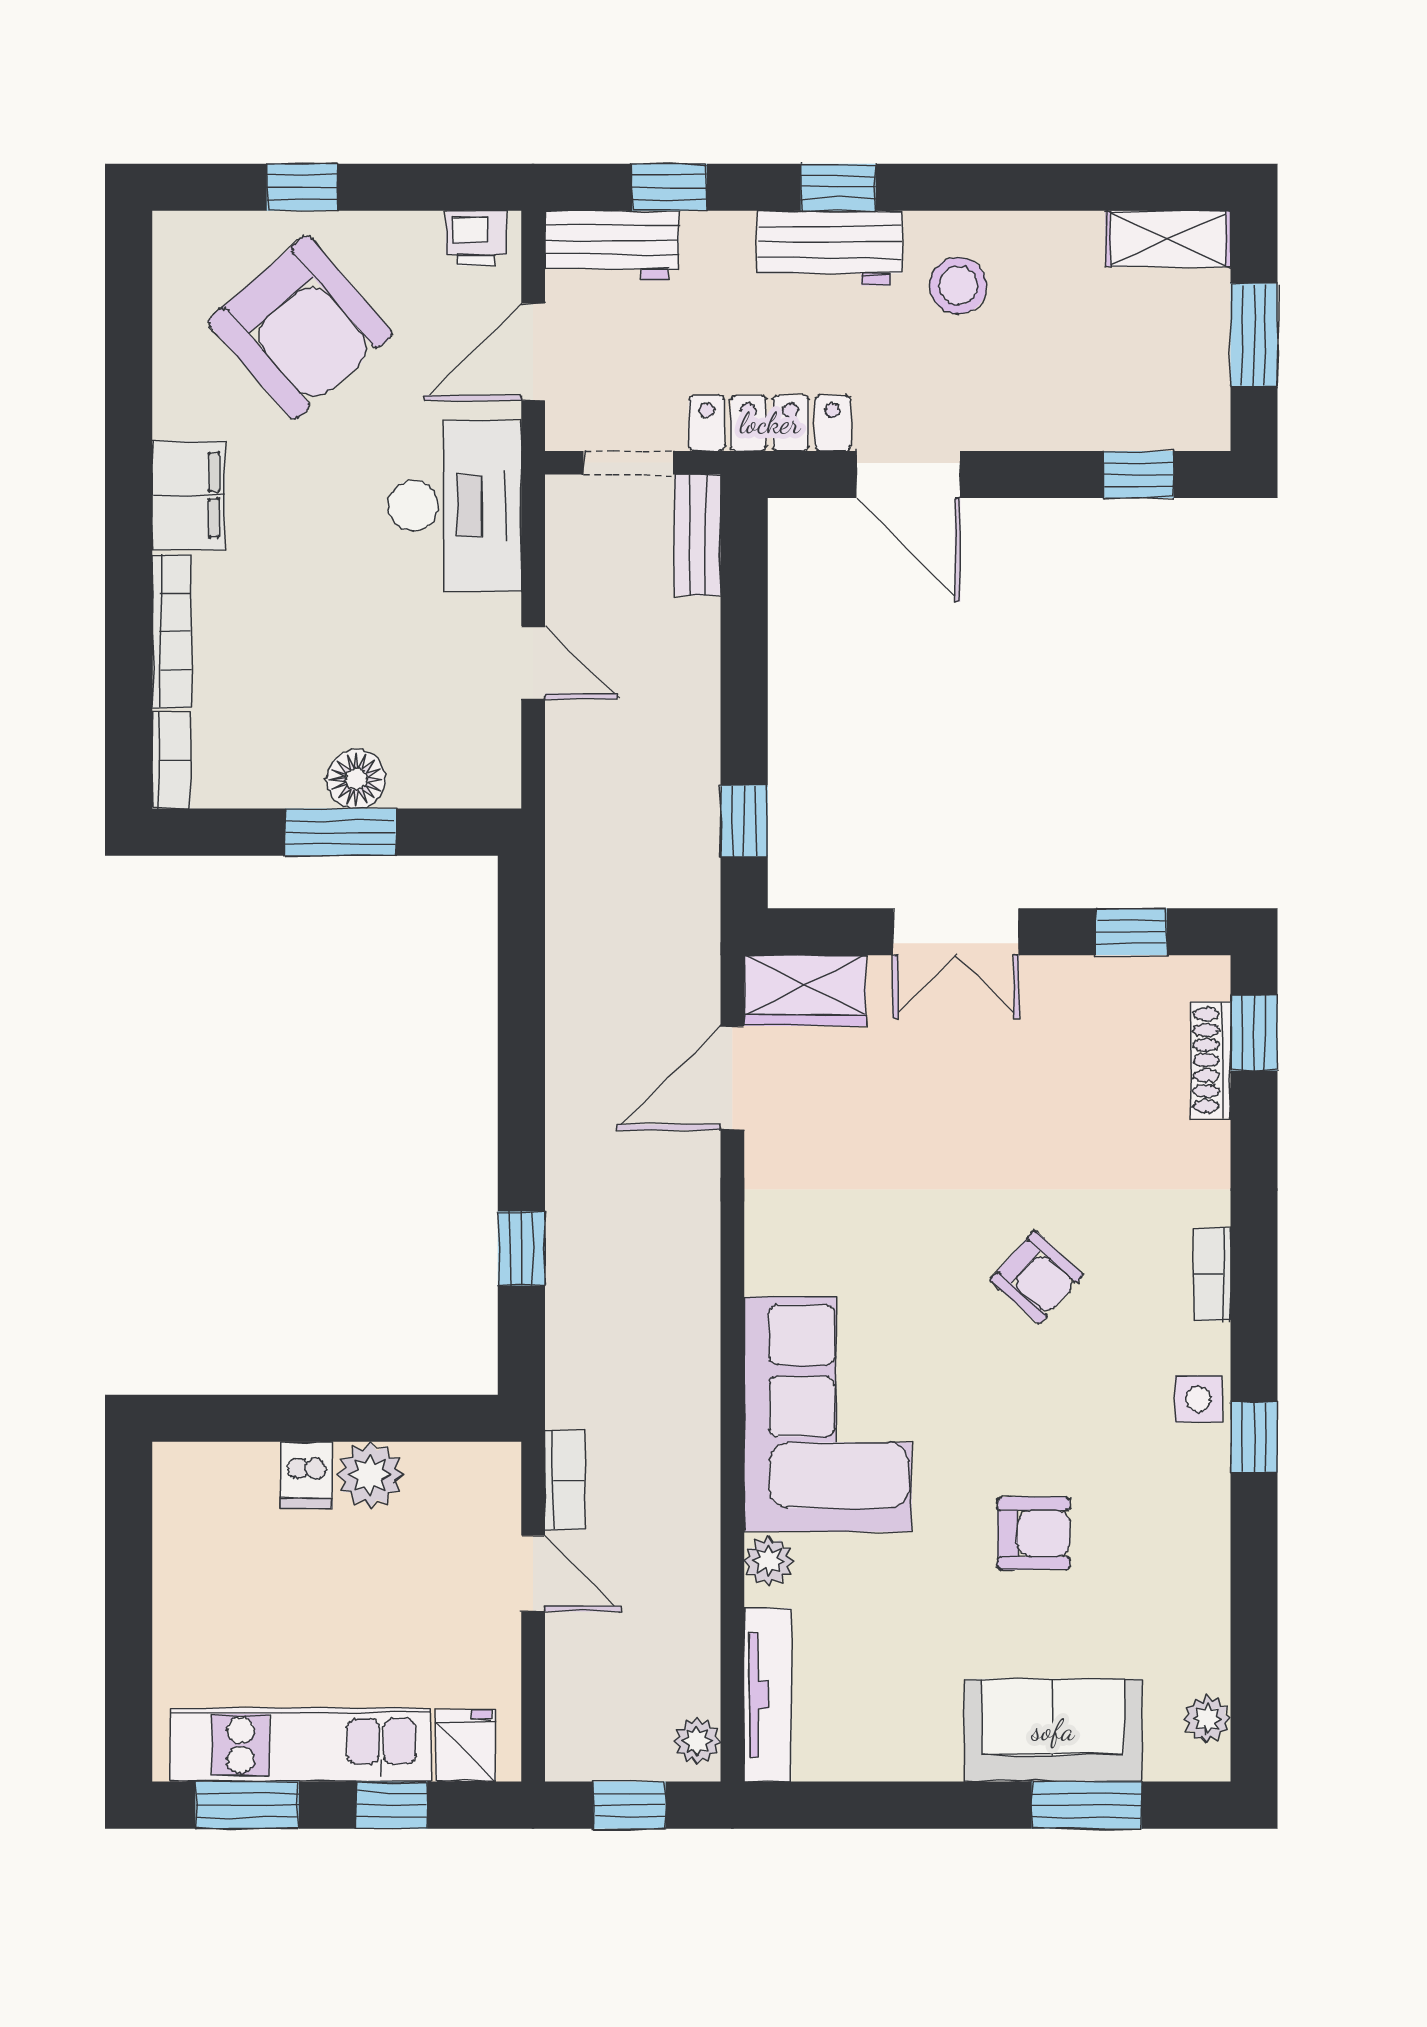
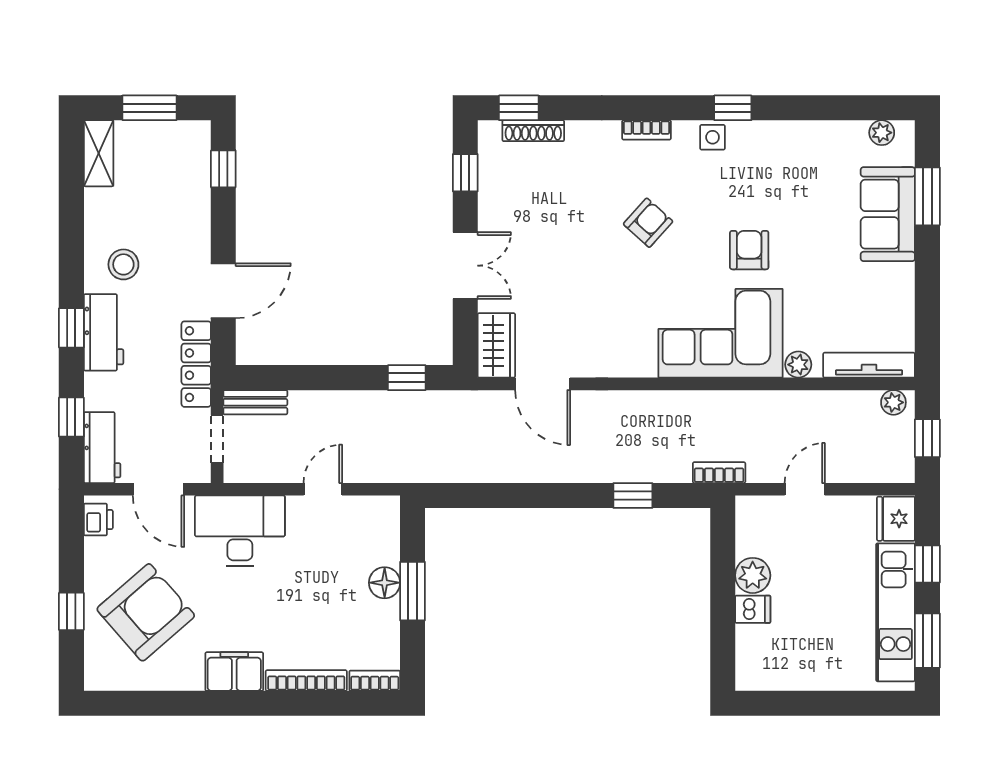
bookcase: (565, 1480) -> (719, 473), moved
armchair: (1034, 1534) -> (749, 250), moved
fridge: (466, 1746) -> (896, 519), width x1.38

